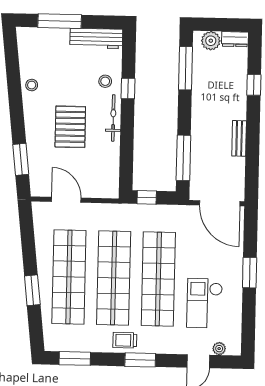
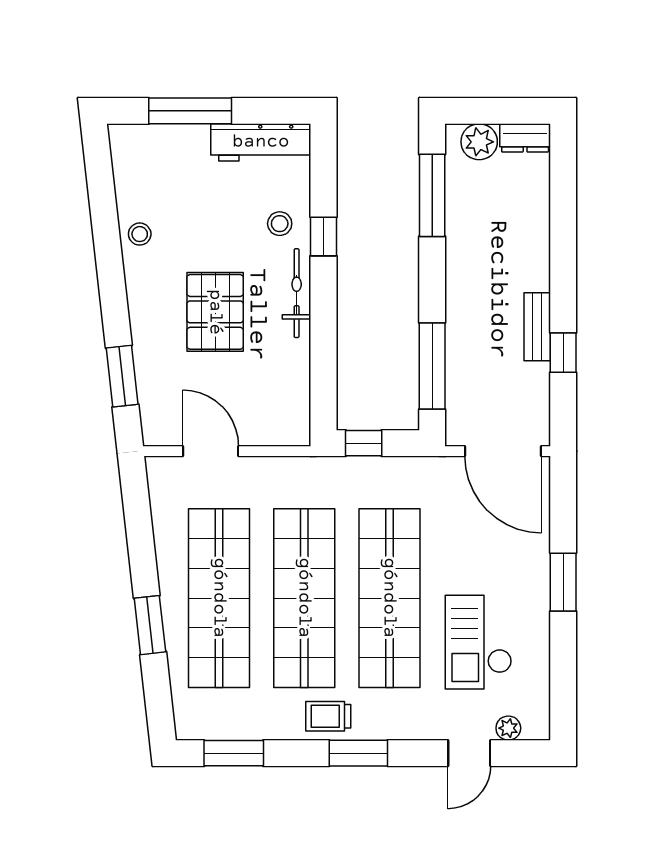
window: (254, 85) -> (563, 353), moved

